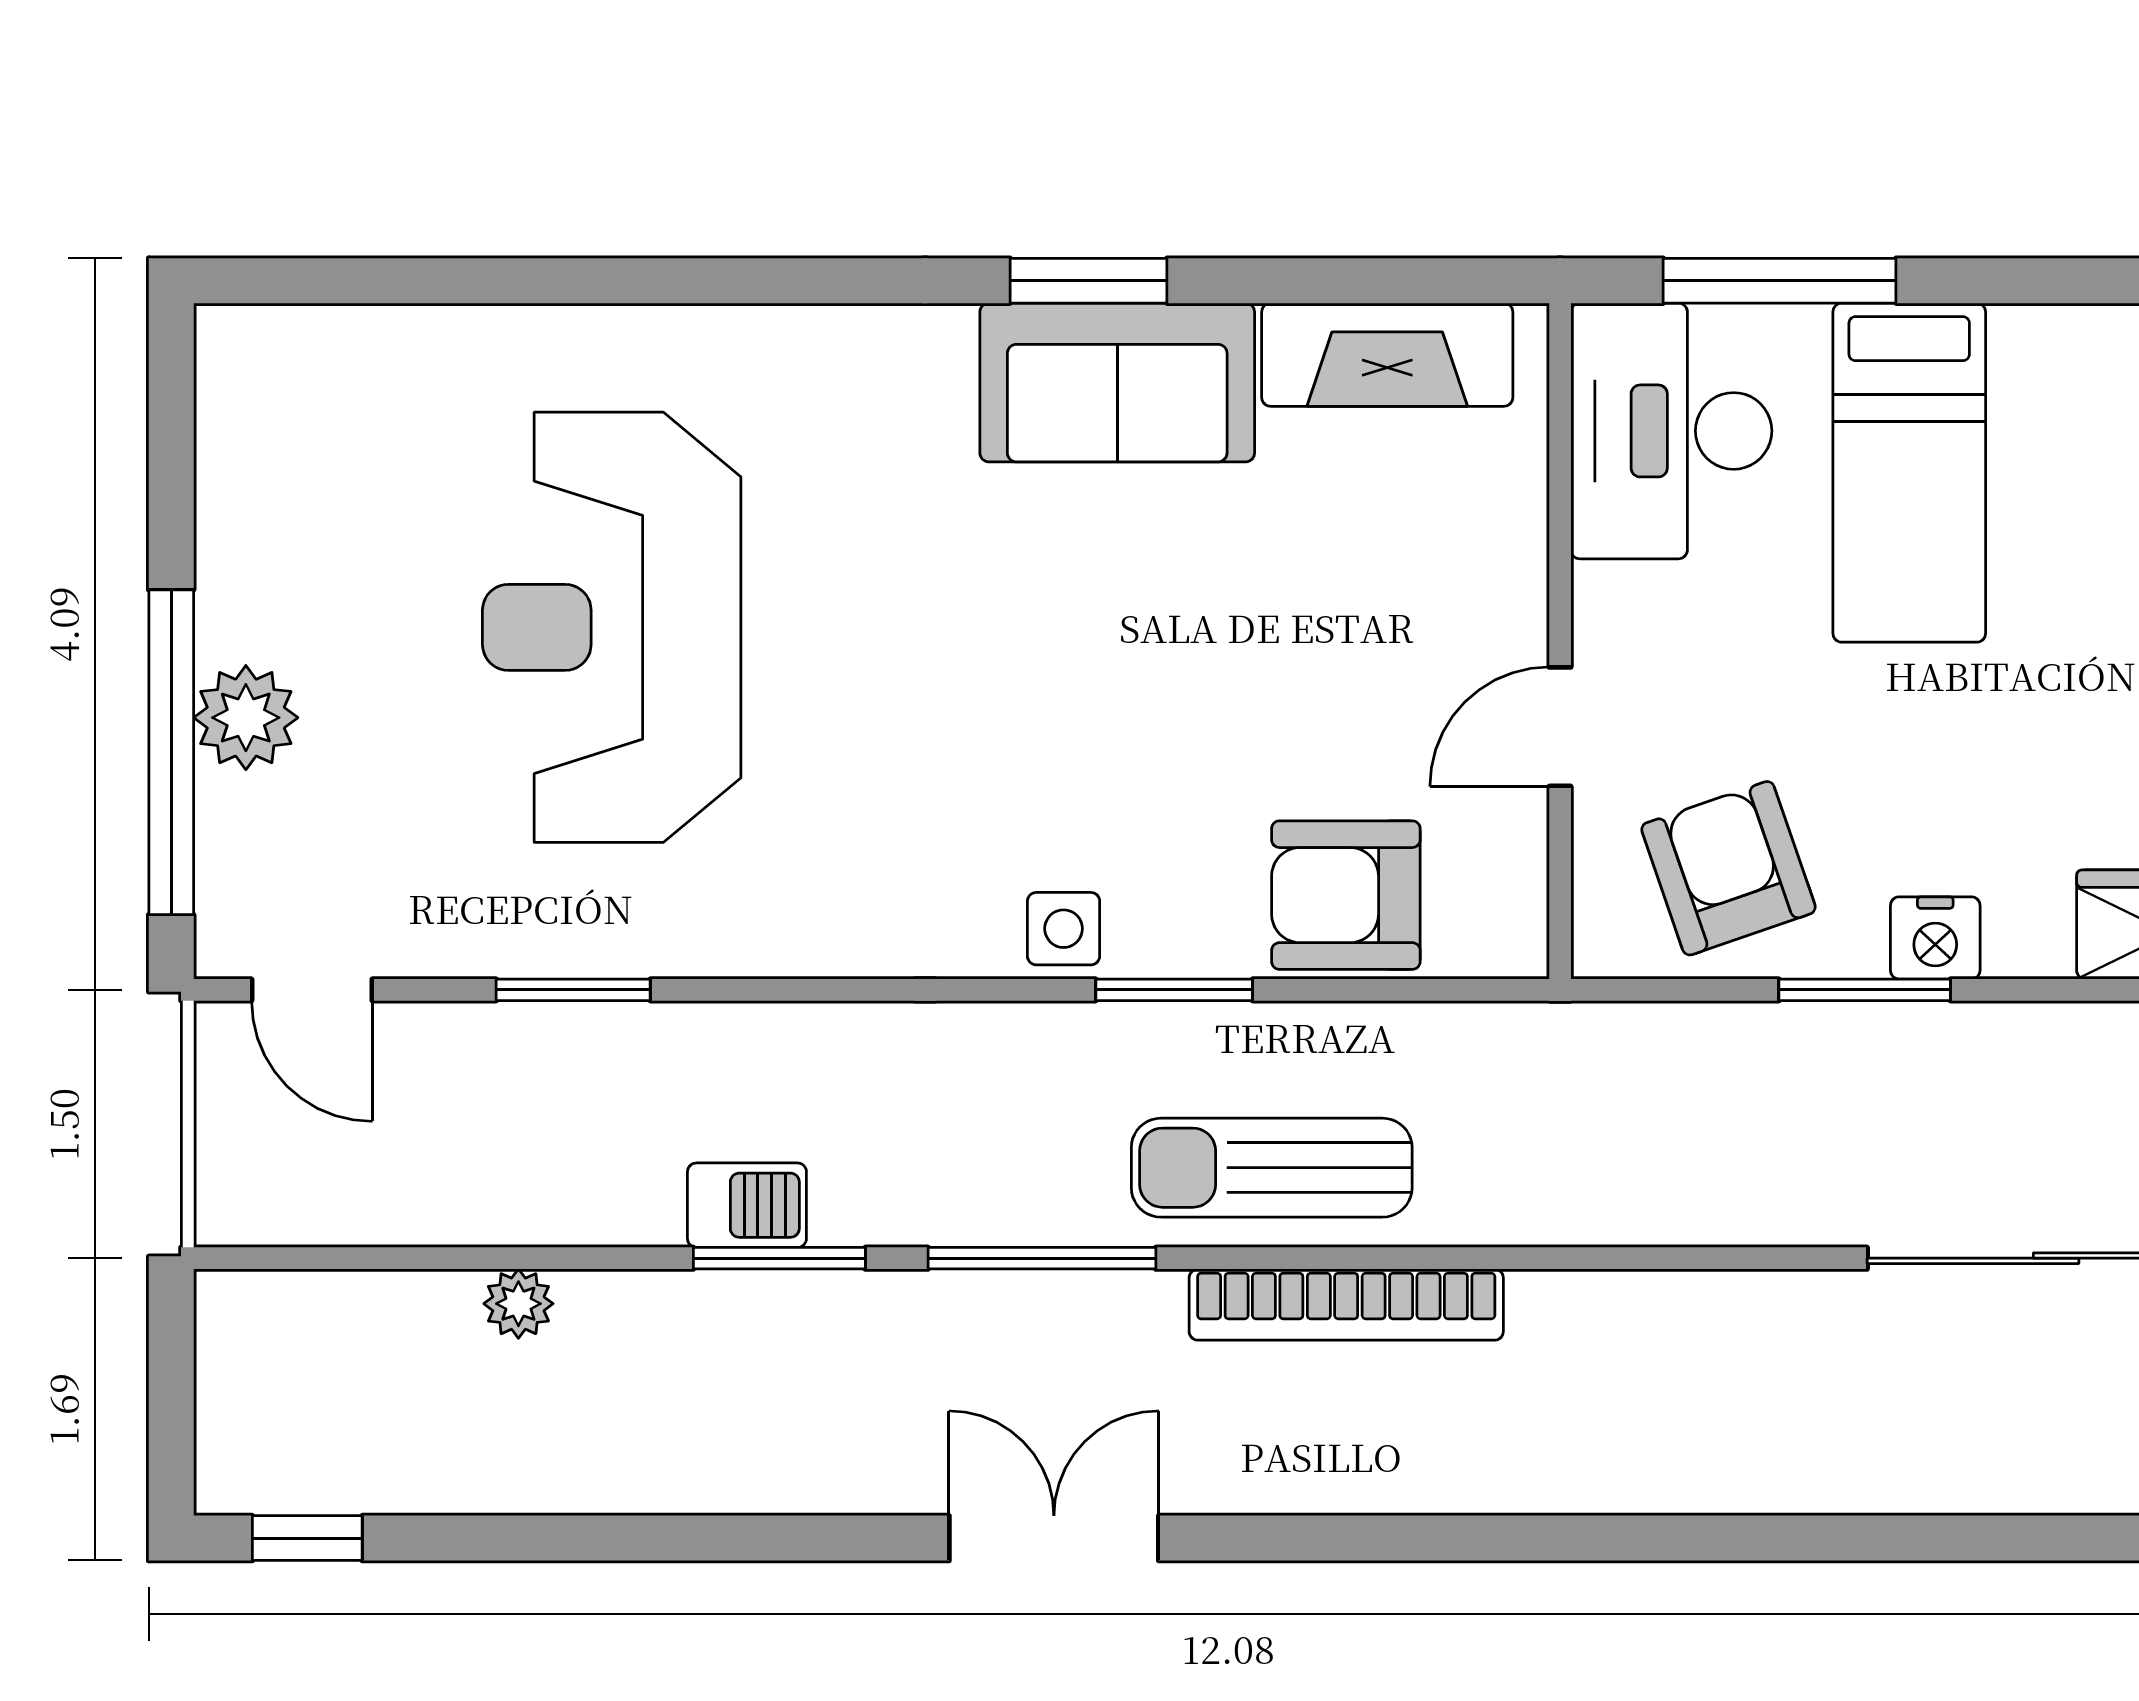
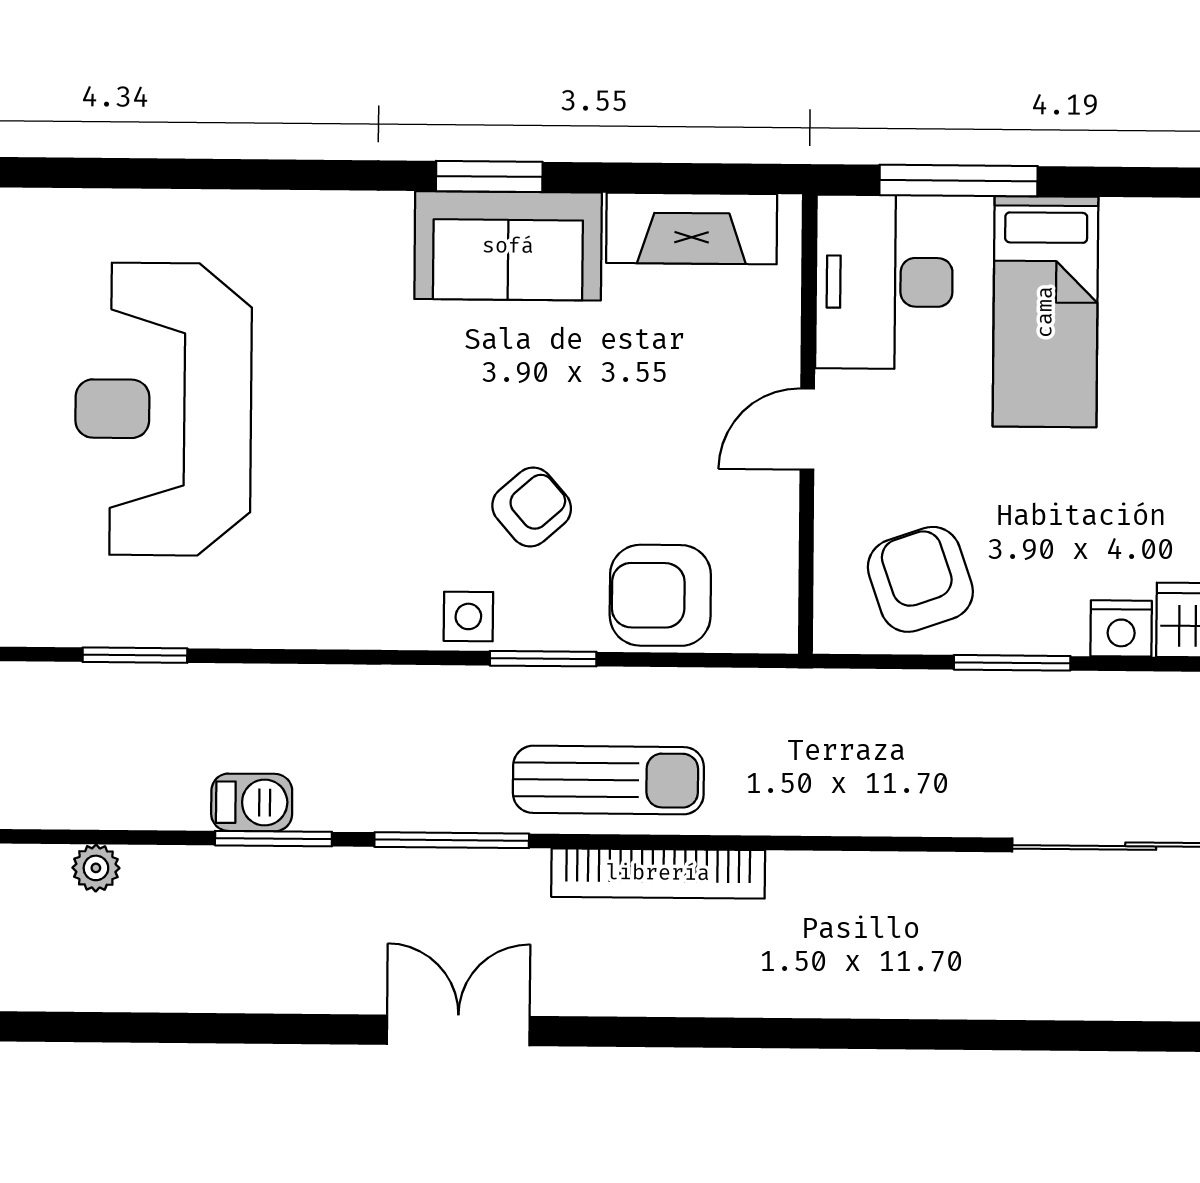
door: (1560, 727) -> (807, 429), moved
armchair: (1155, 767) -> (532, 507), added
nightstand: (1935, 938) -> (1121, 628), moved
sun lounger: (1272, 1168) -> (608, 780), turned 180

